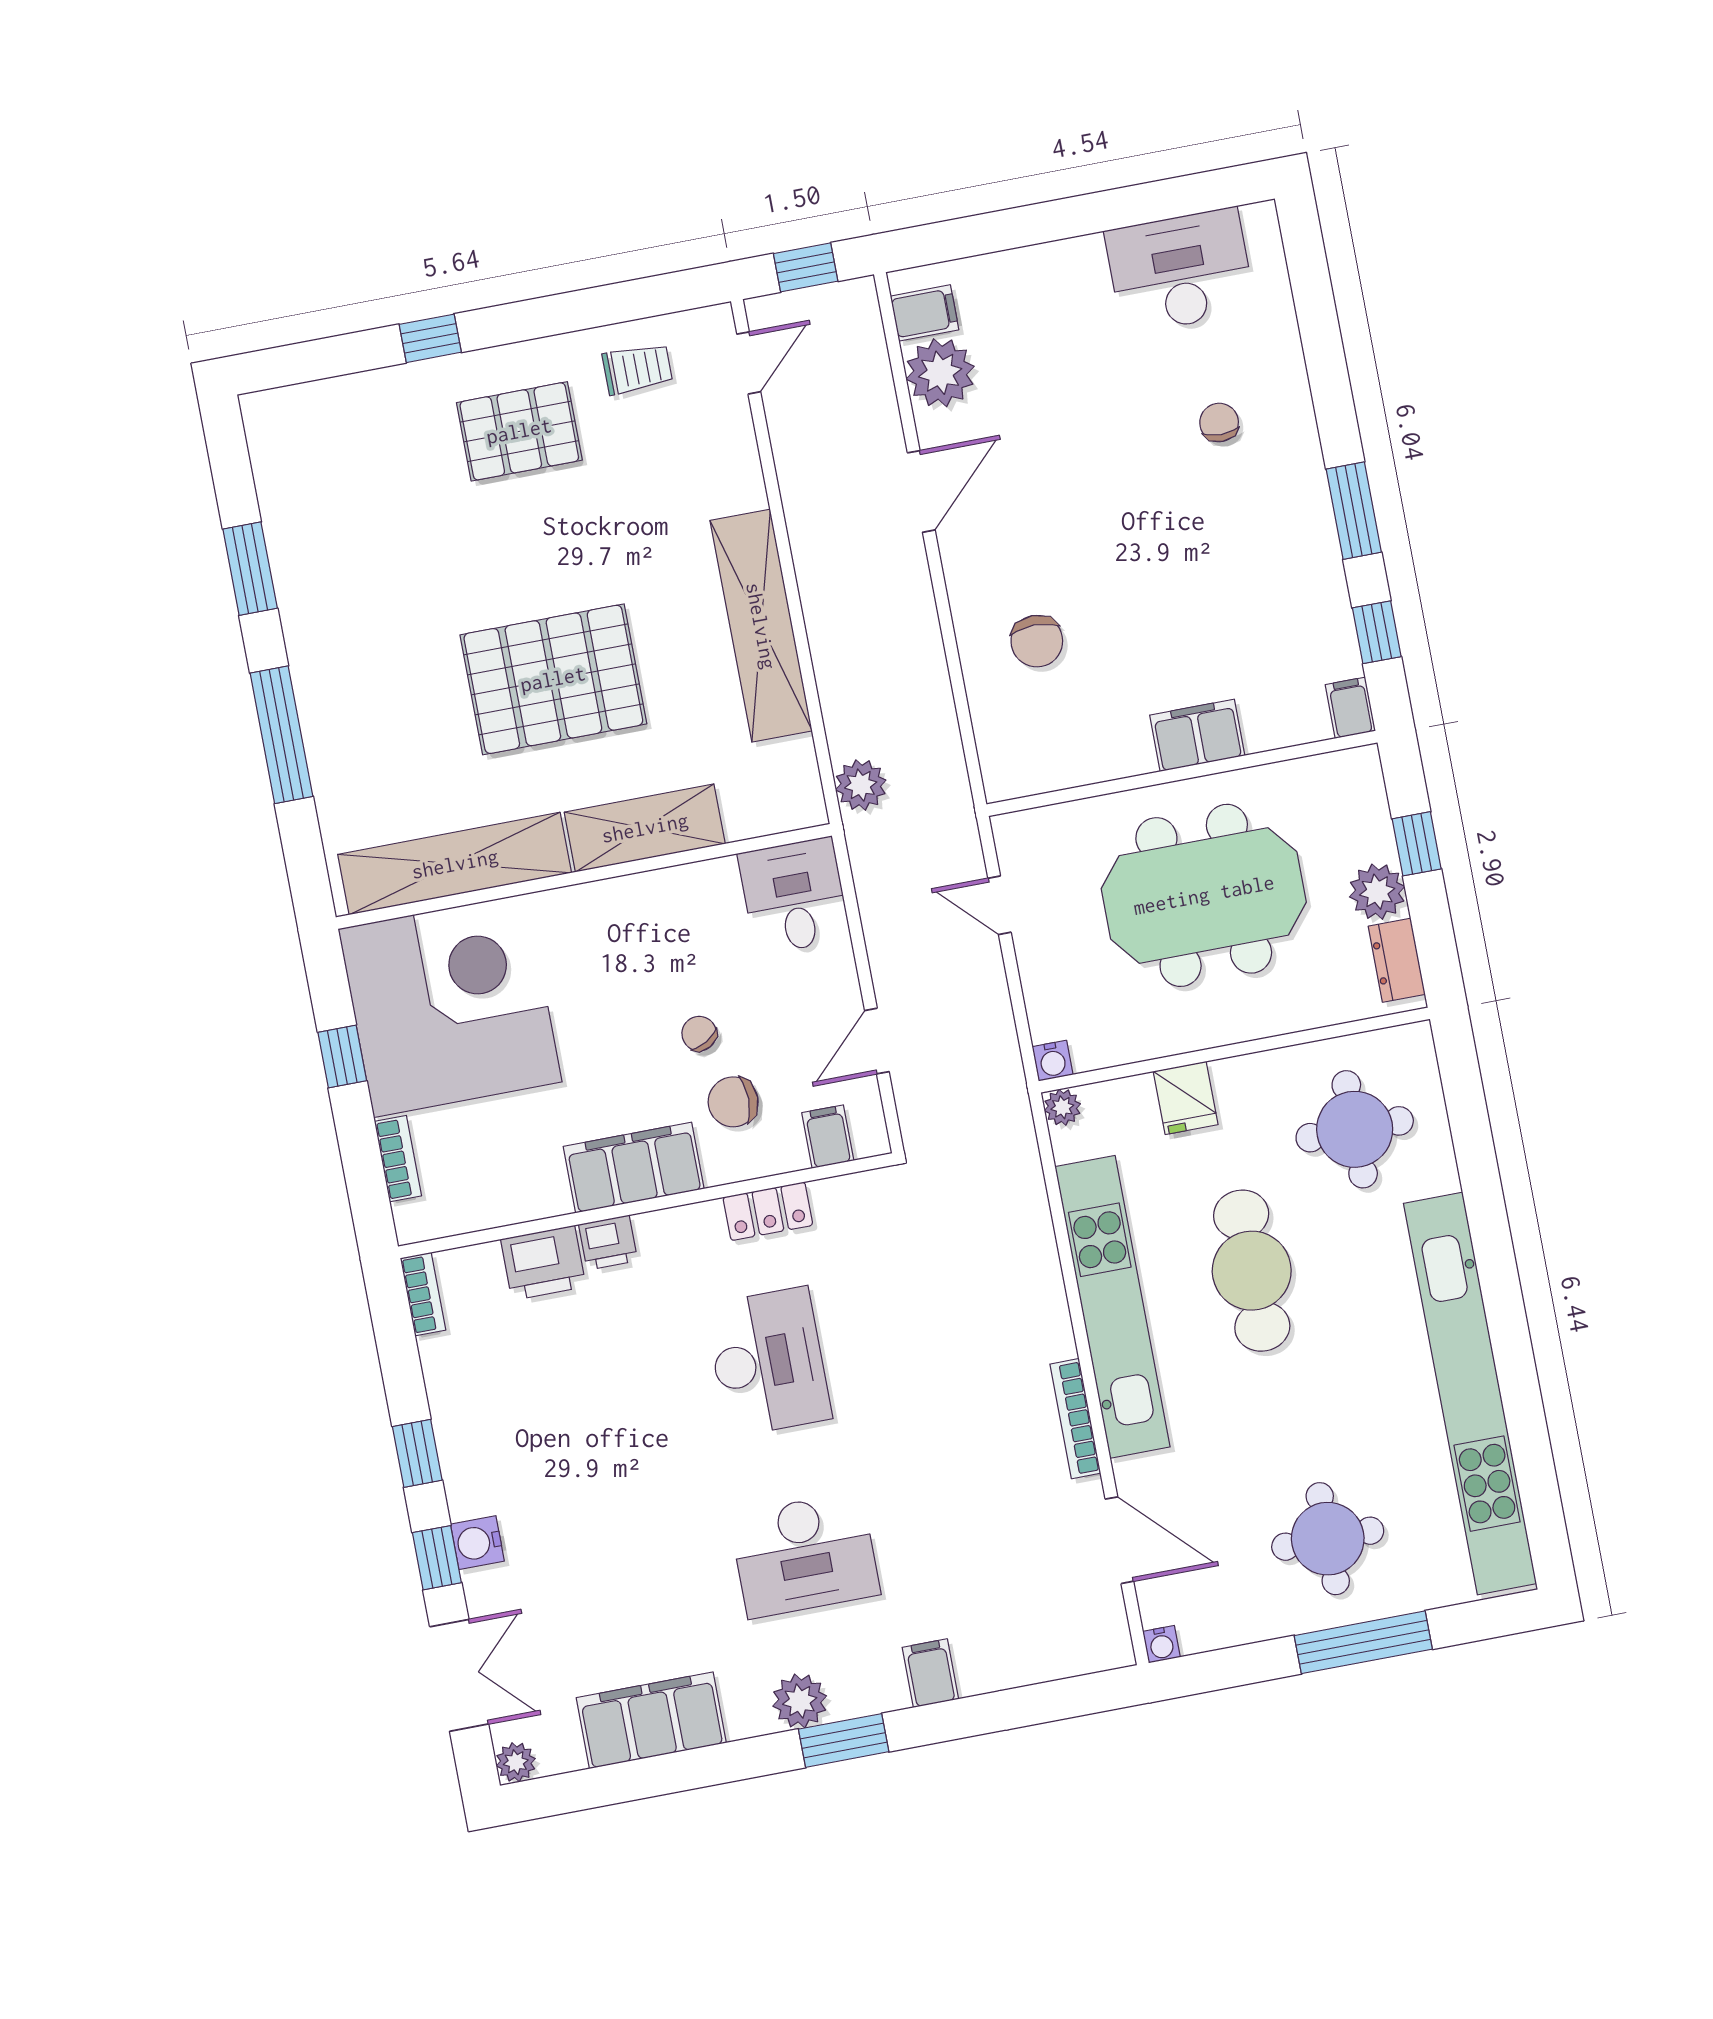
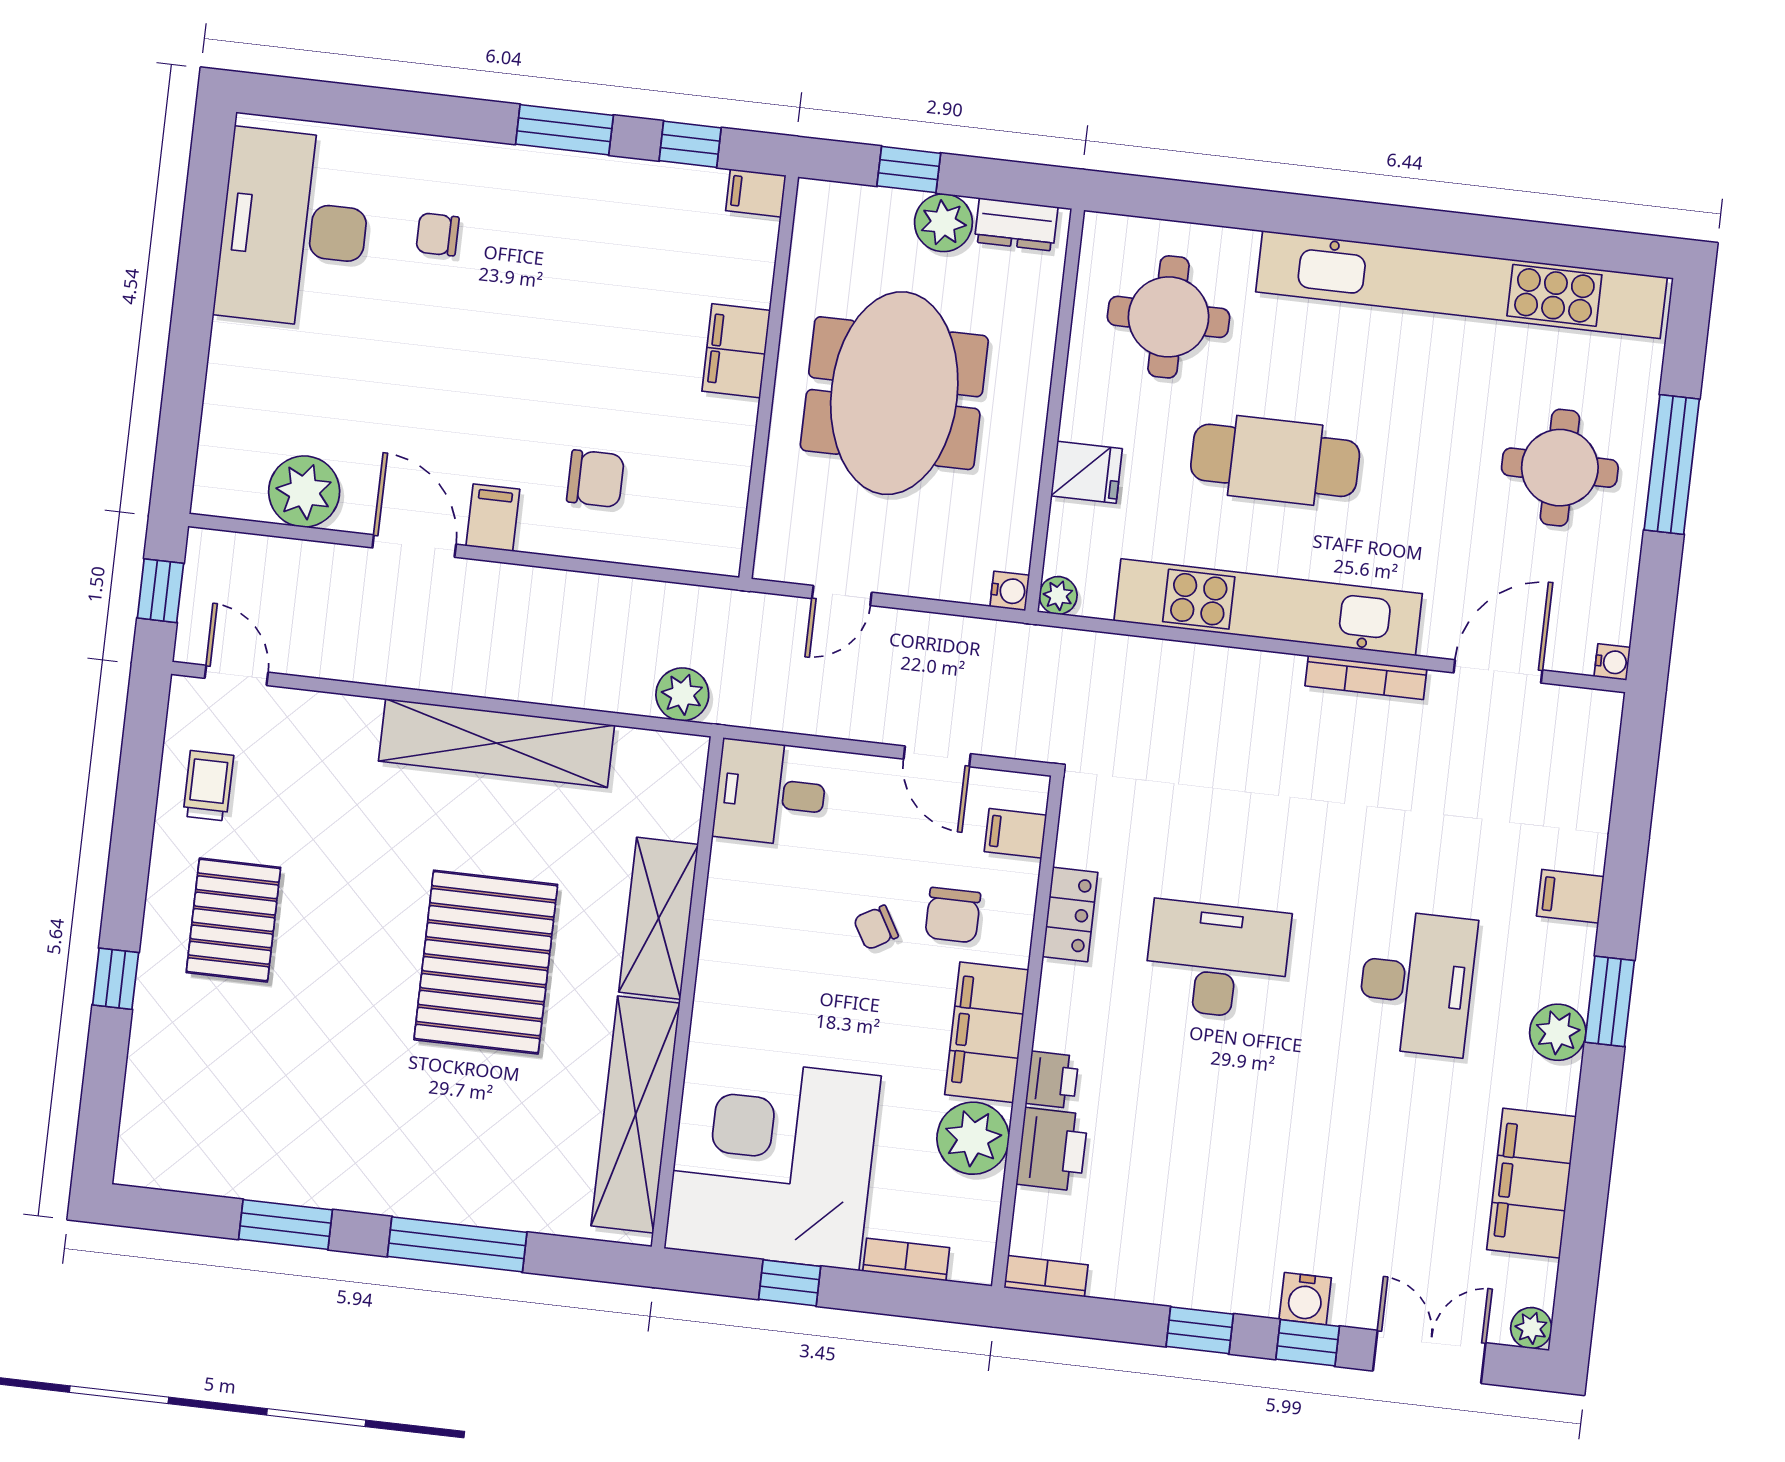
desk: (1180, 271) -> (294, 228), width x1.36, depth x1.30
filing cabinet: (925, 313) -> (493, 518), moved
plant: (531, 1186) -> (973, 1138), added

